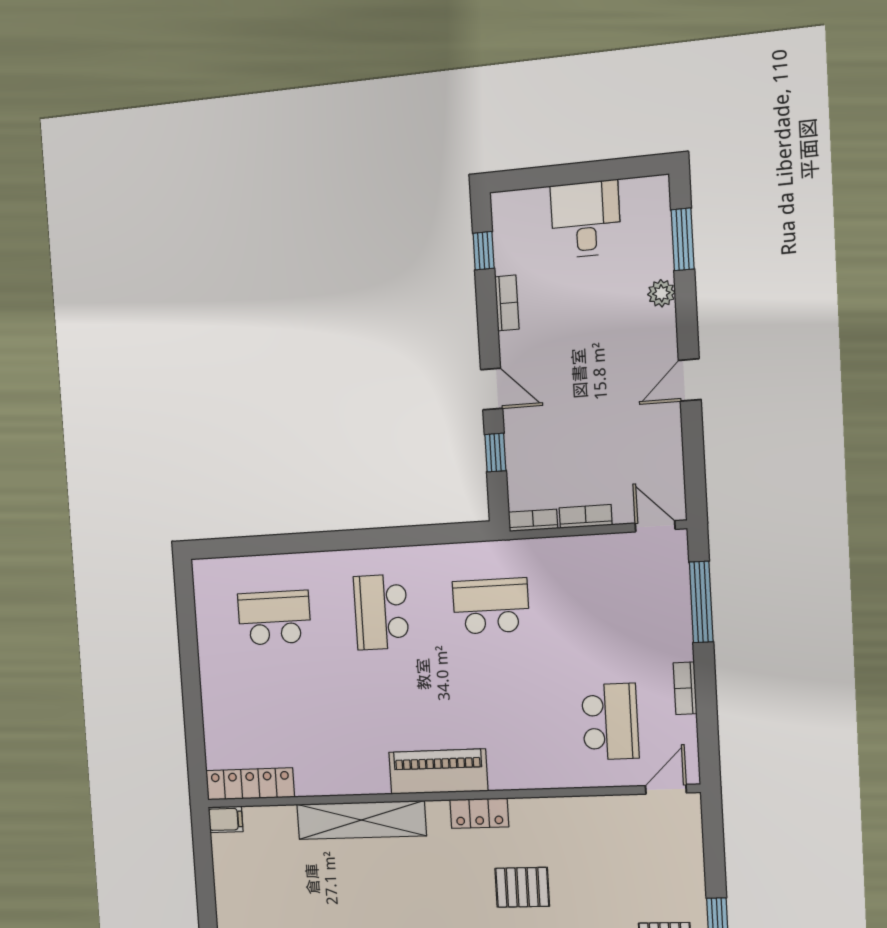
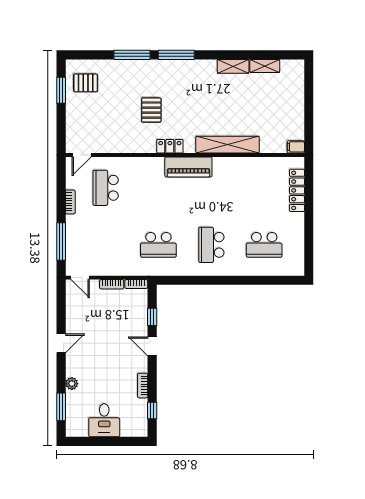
school desk: (381, 612) -> (211, 245), turned 180
locker: (250, 784) -> (297, 190), moved, turned 90
pallet: (522, 887) -> (151, 110), turned 90

